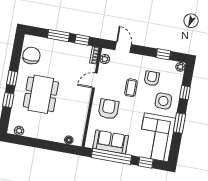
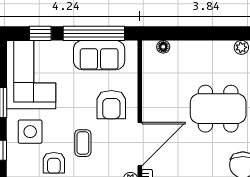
door: (95, 81) -> (140, 144), width x1.87
dining table: (41, 94) -> (218, 109), turned 90

